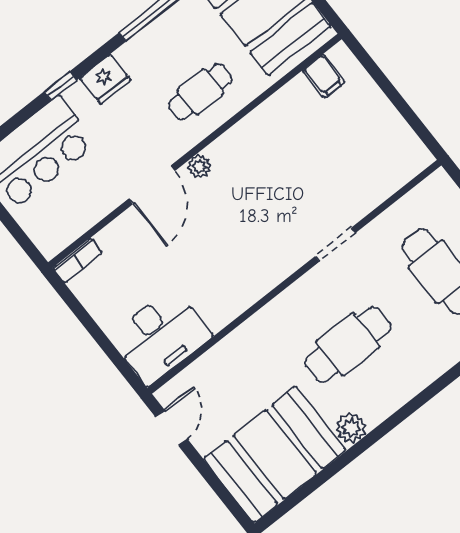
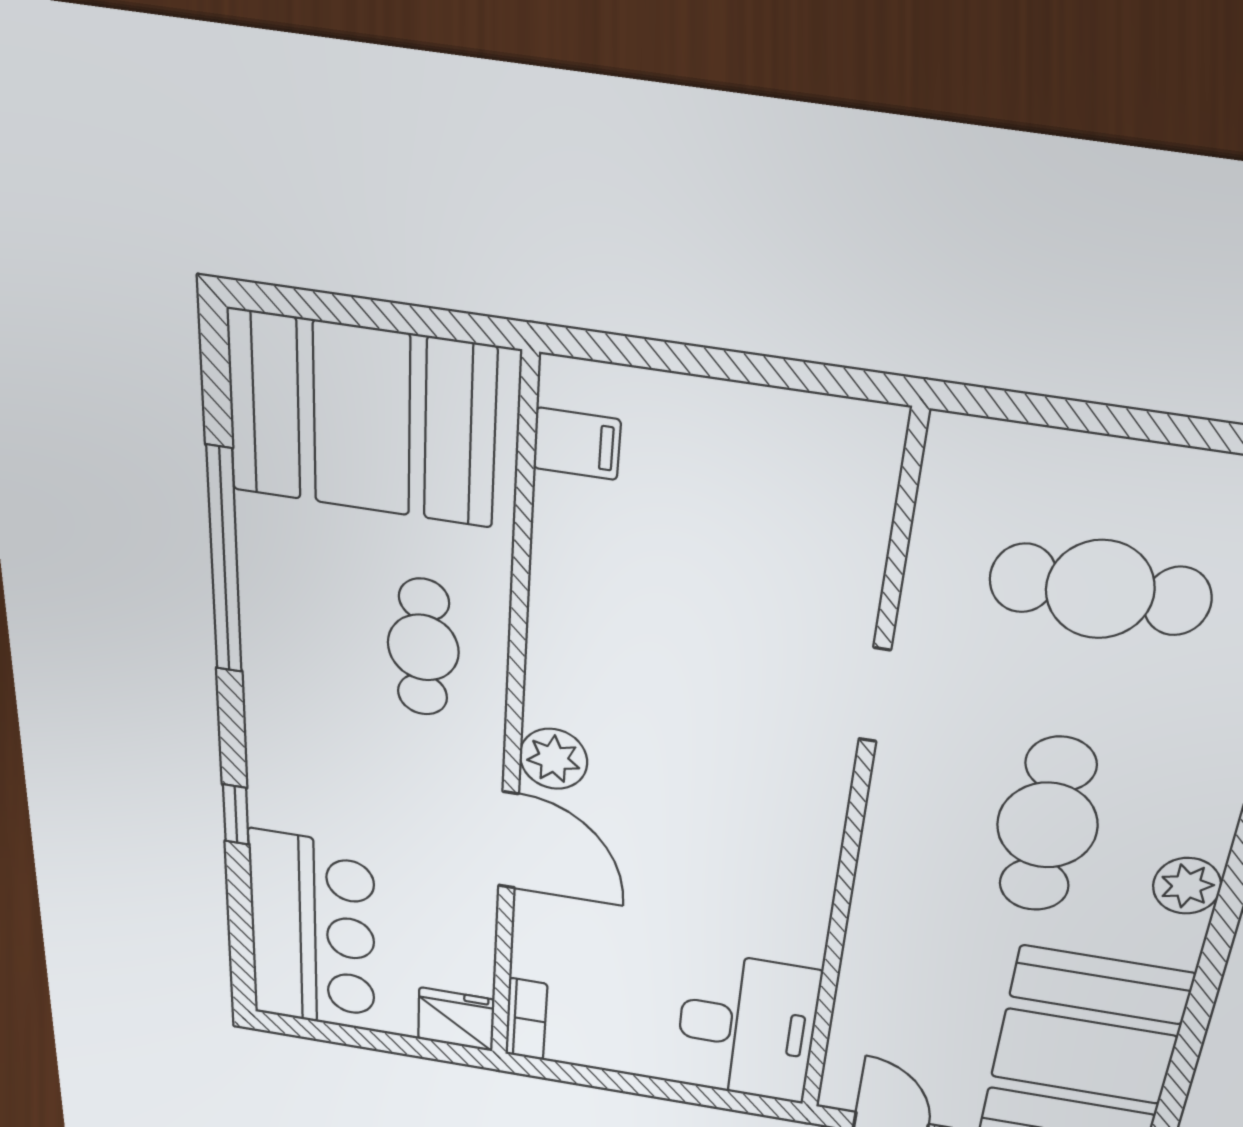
fridge: (105, 79) -> (456, 1019), moved, turned -90
plant: (199, 166) -> (553, 759), width x1.38, depth x1.38
plant: (351, 428) -> (1187, 886), moved

